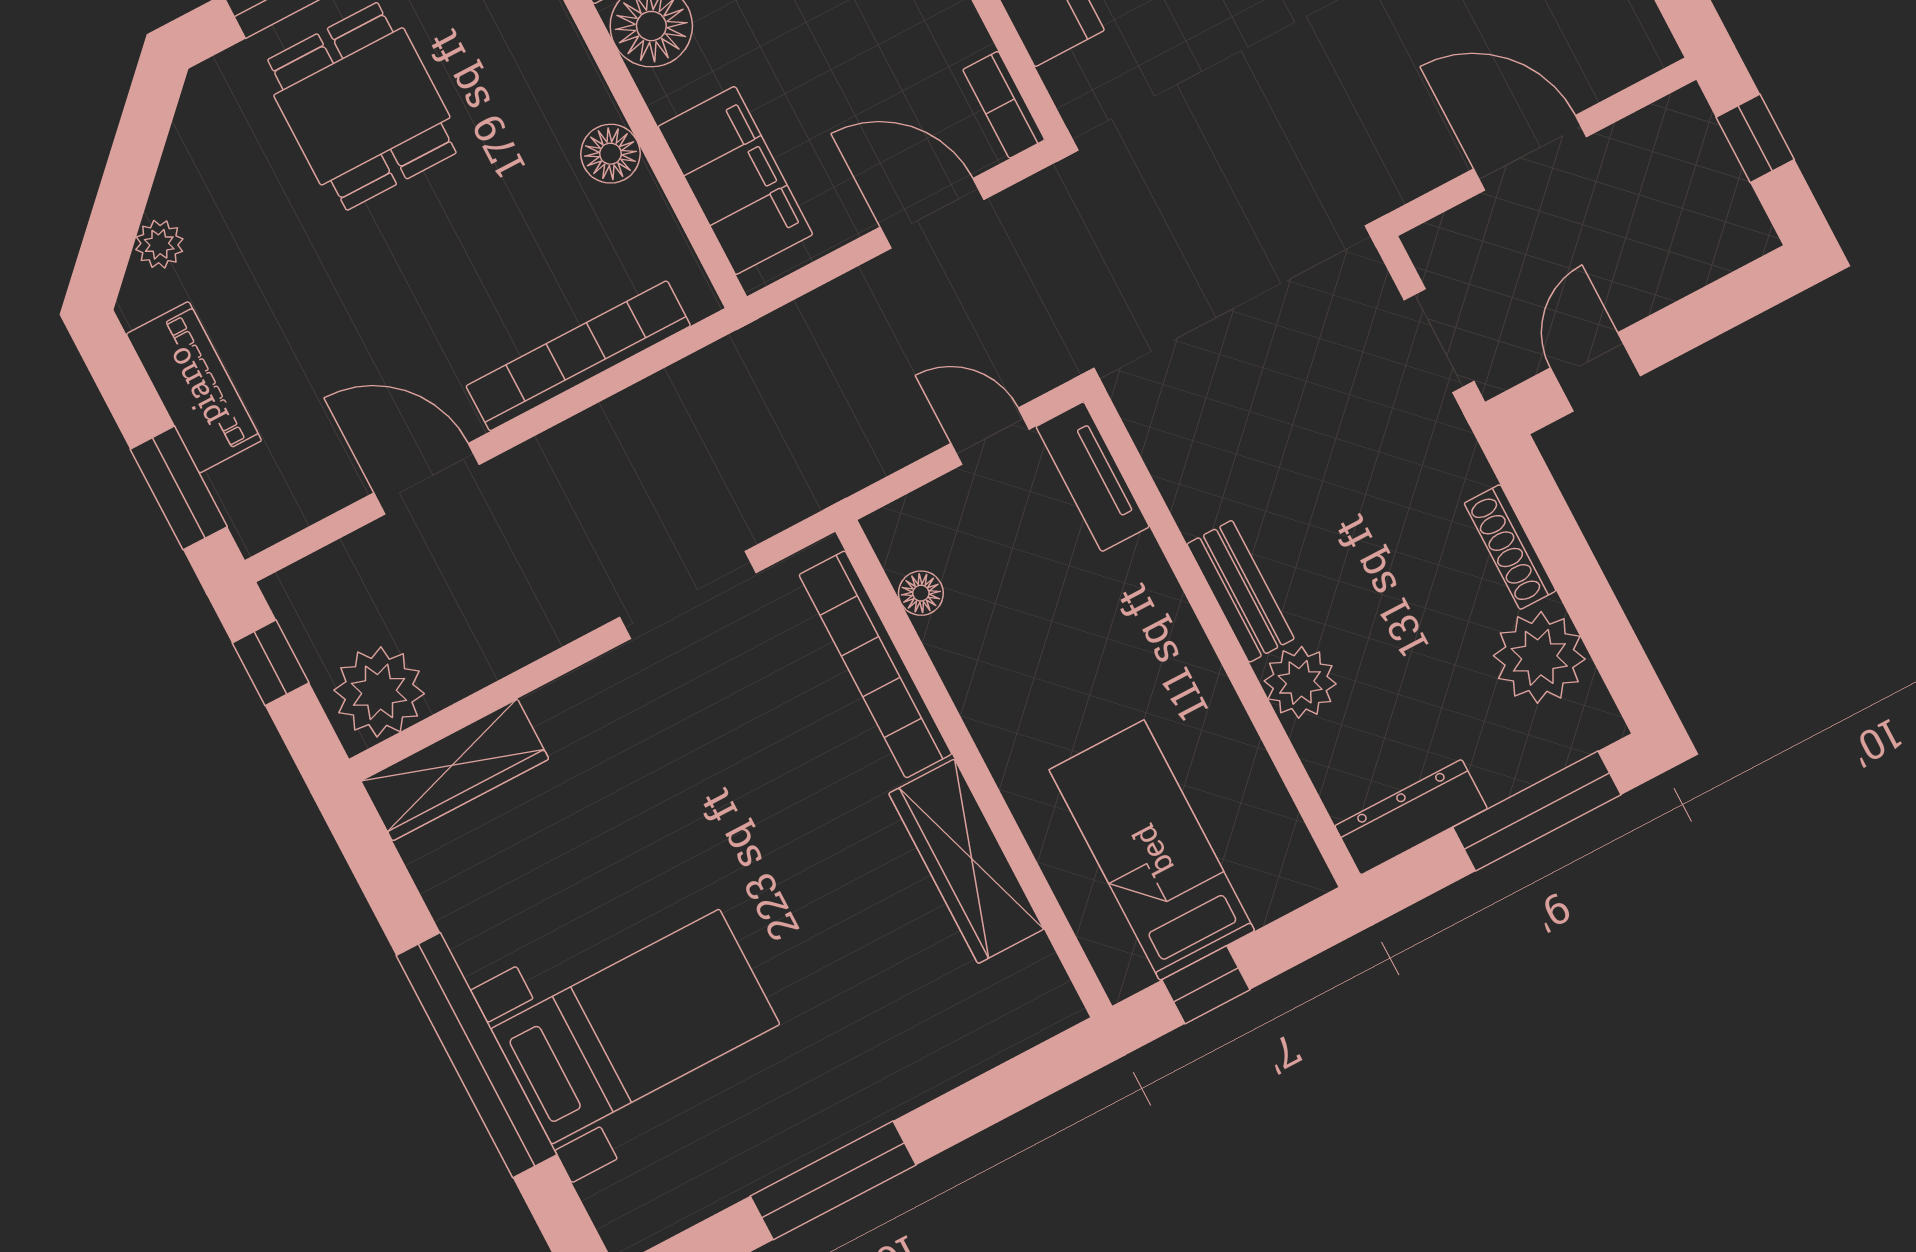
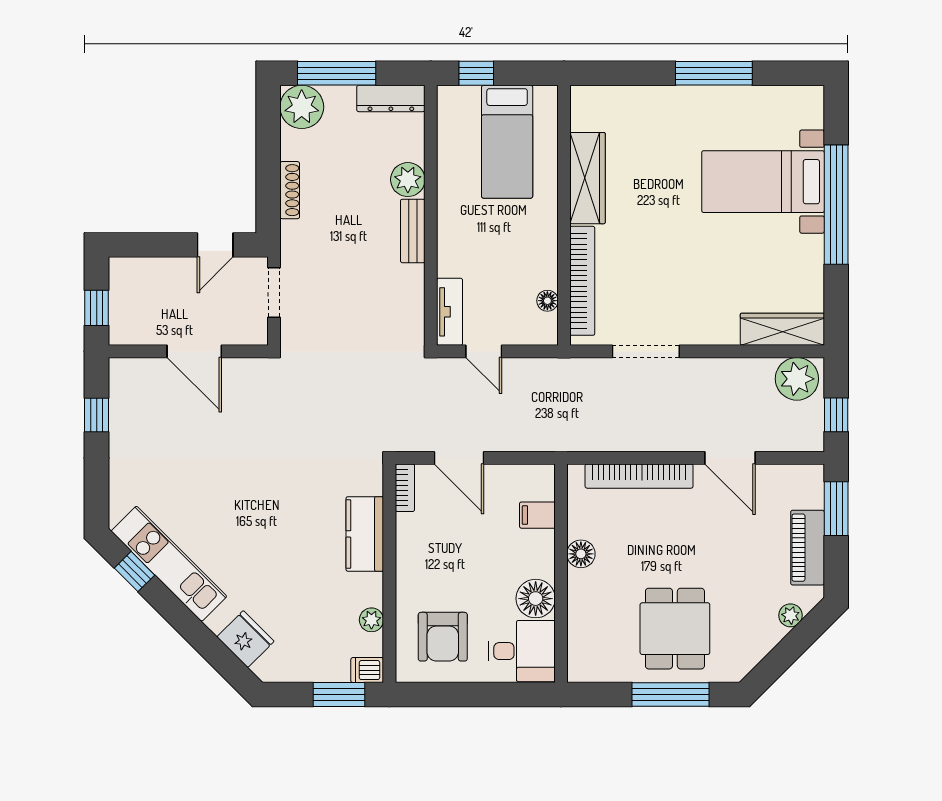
filing cabinet: (735, 180) -> (537, 515), width x0.33, depth x0.86
plant: (1539, 657) -> (302, 107), moved
window: (1206, 985) -> (476, 73), moved

